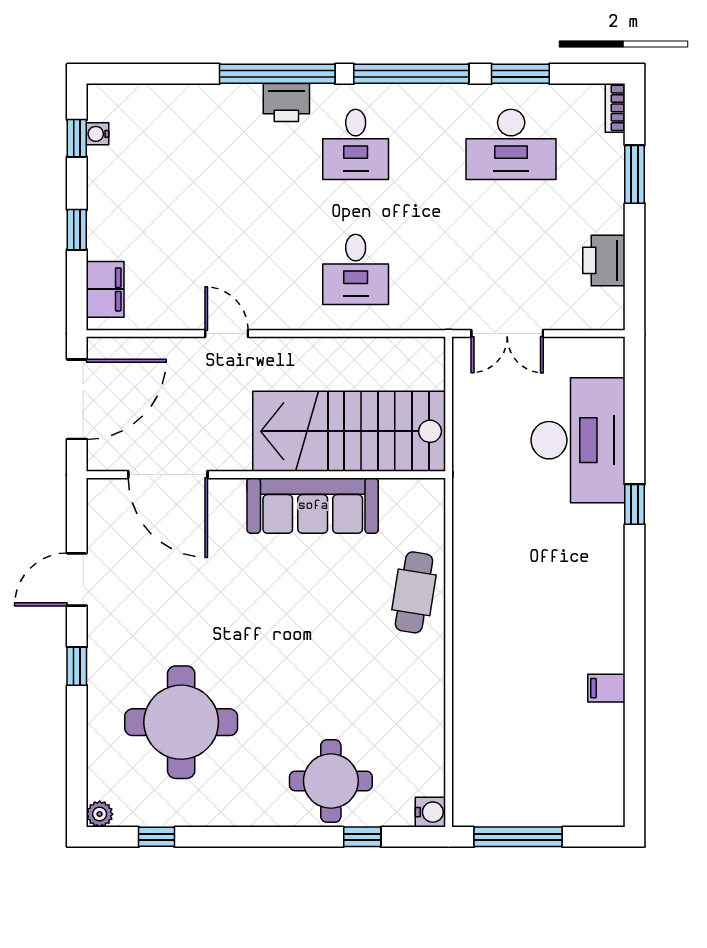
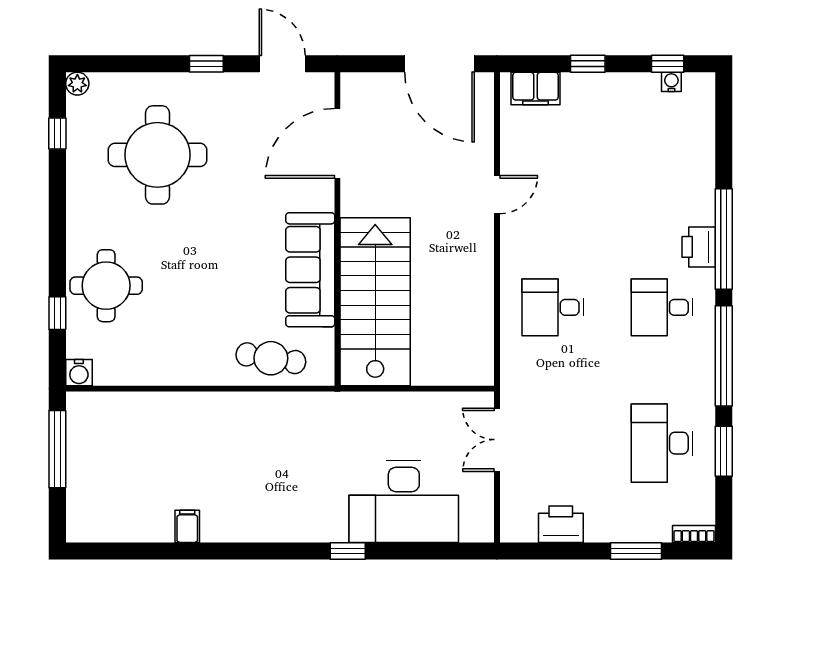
stairs: (349, 431) -> (375, 302), moved
door: (168, 475) -> (337, 143), moved
wall: (266, 475) -> (337, 229), moved
sofa: (313, 506) -> (310, 270), moved

